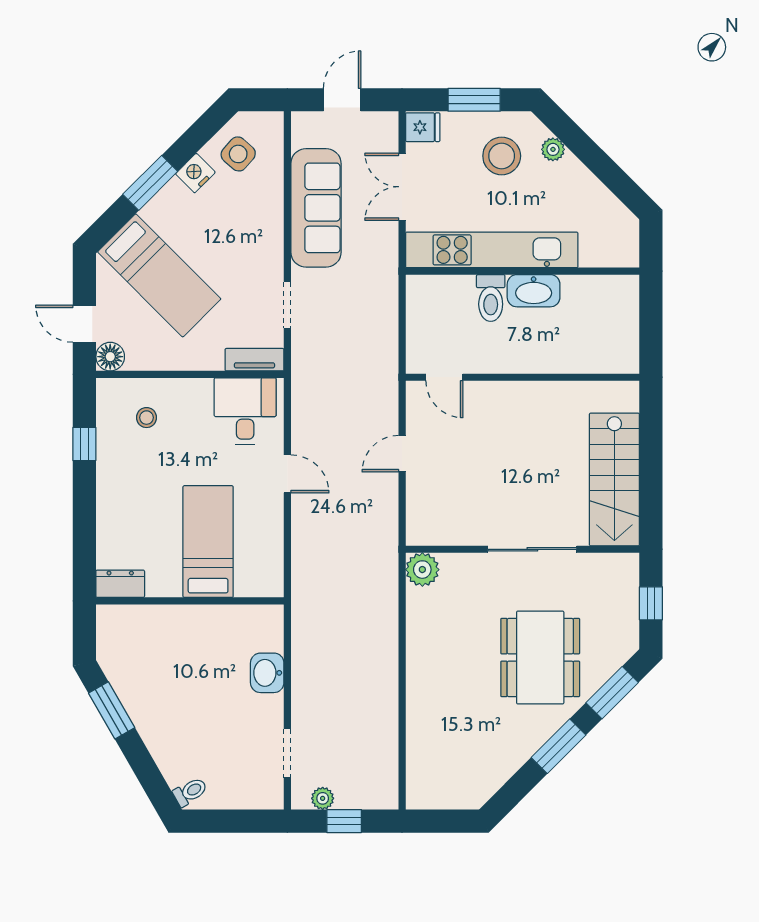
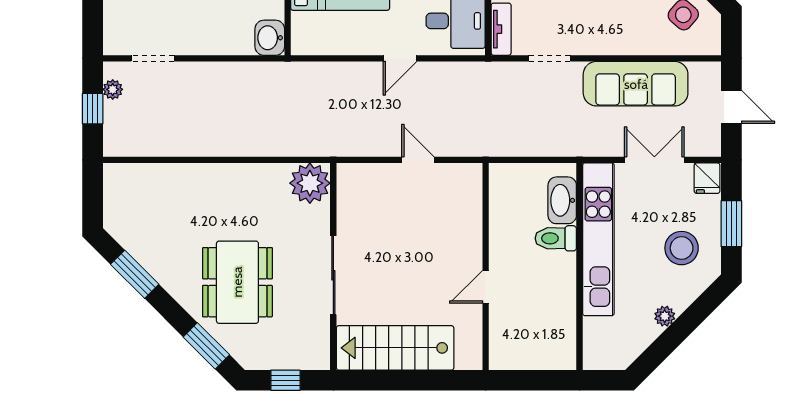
plant: (553, 149) -> (665, 316), moved
washbasin: (534, 291) -> (562, 200), moved
door: (444, 377) -> (486, 287), moved
plant: (422, 570) -> (310, 183), width x1.36, depth x1.36
dining table: (540, 658) -> (237, 282), turned 90
washbasin: (267, 673) -> (270, 38), moved, turned -90
window: (559, 746) -> (135, 274), moved

